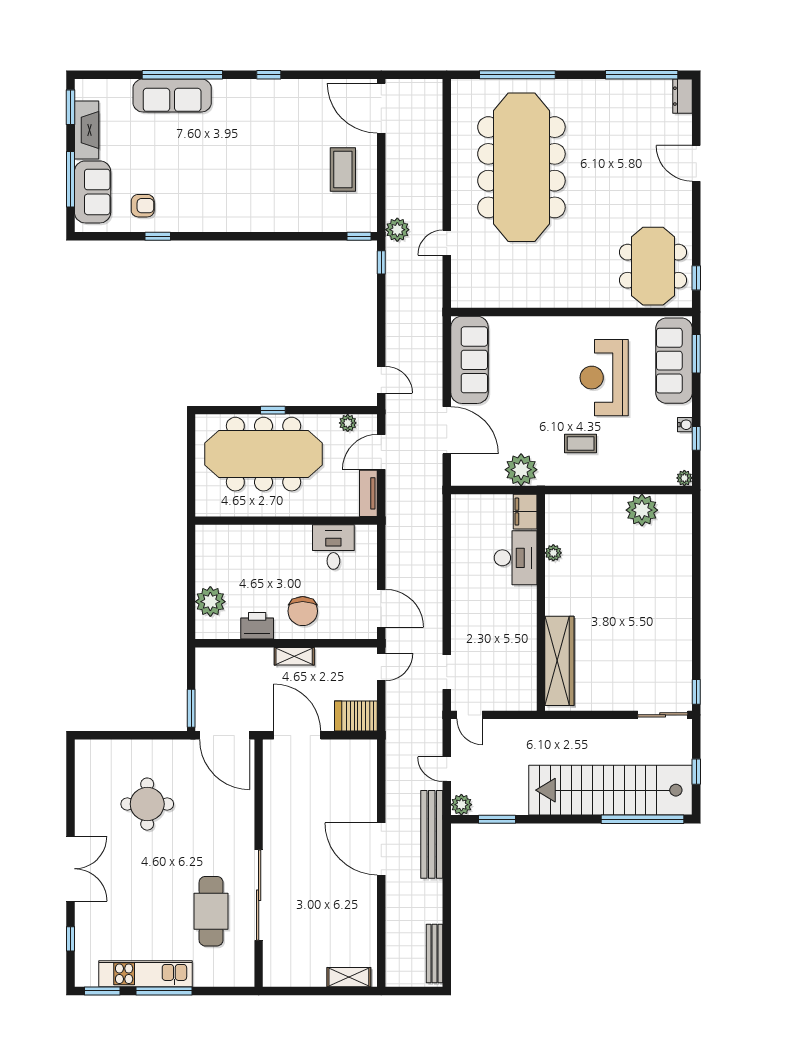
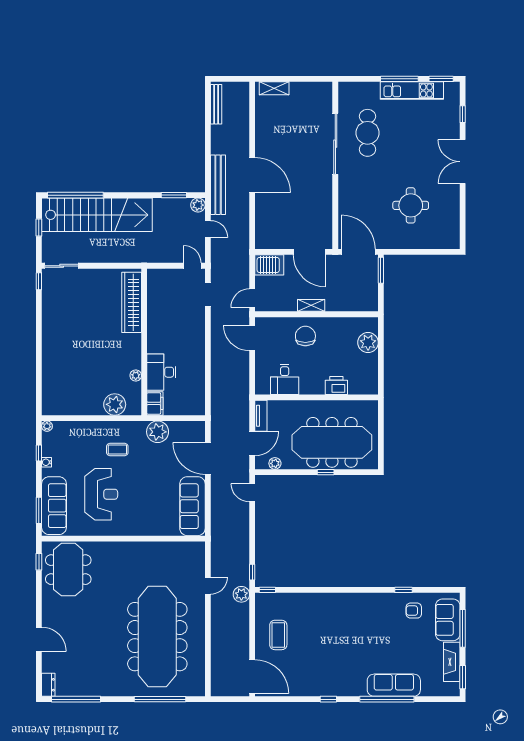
plant: (642, 510) -> (115, 404), moved
printer: (257, 626) -> (336, 385), moved, turned 180

